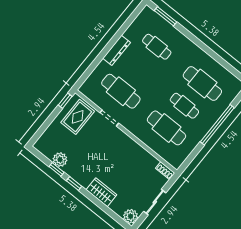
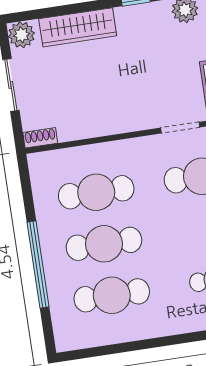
cafe table: (184, 106) -> (104, 244), width x1.37, depth x1.35
wardrobe: (101, 192) -> (78, 27), width x1.50

